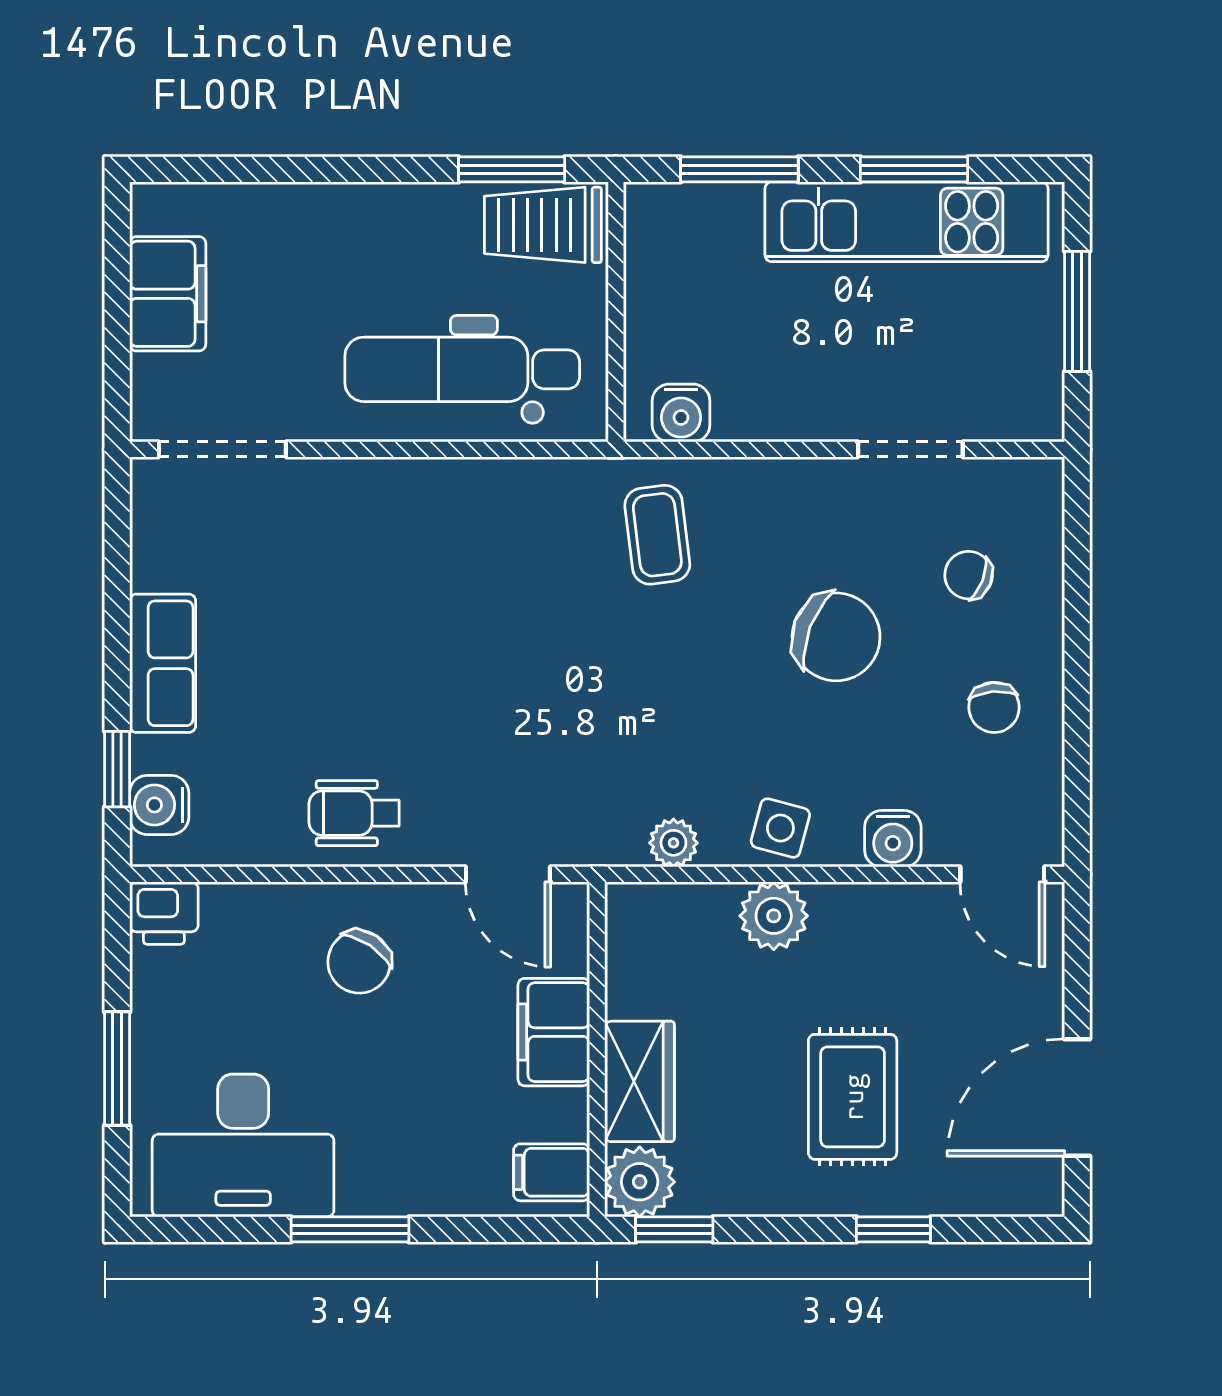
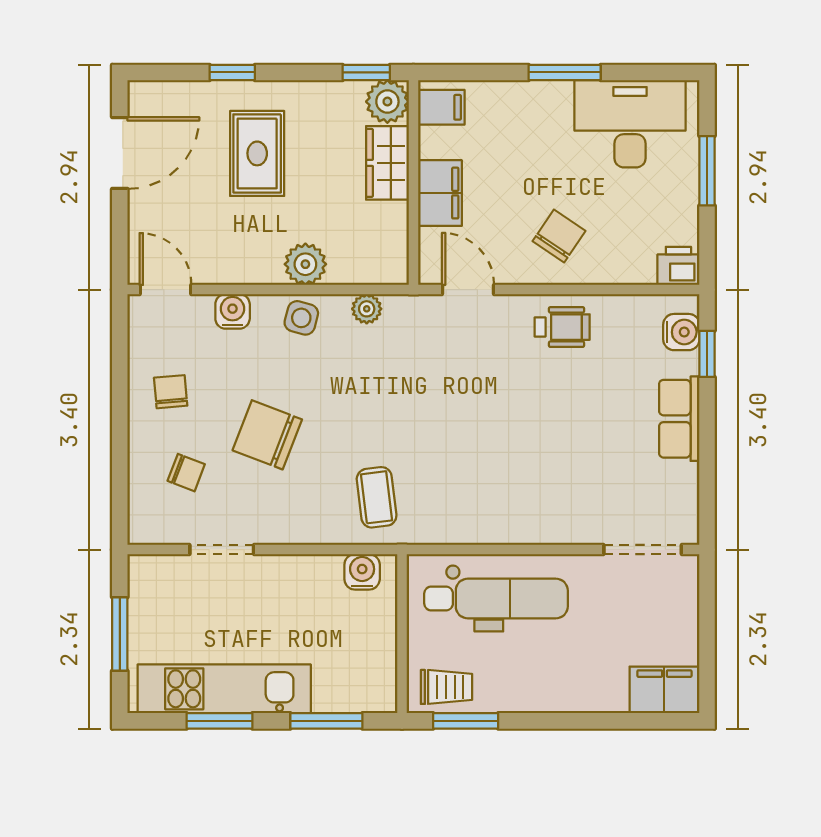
trolley: (543, 225) -> (447, 687), width x0.73, depth x0.72
filing cabinet: (168, 294) -> (664, 690), moved, turned 90

